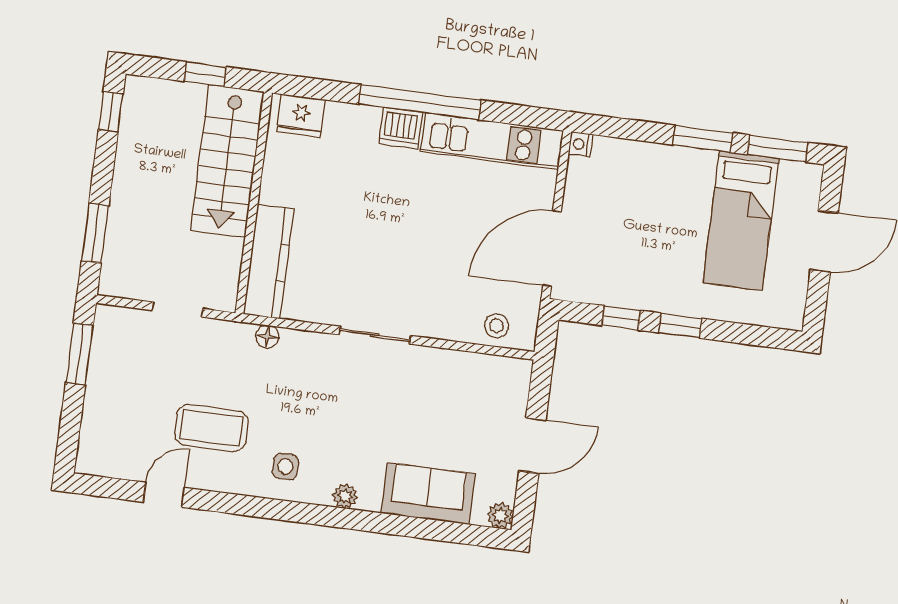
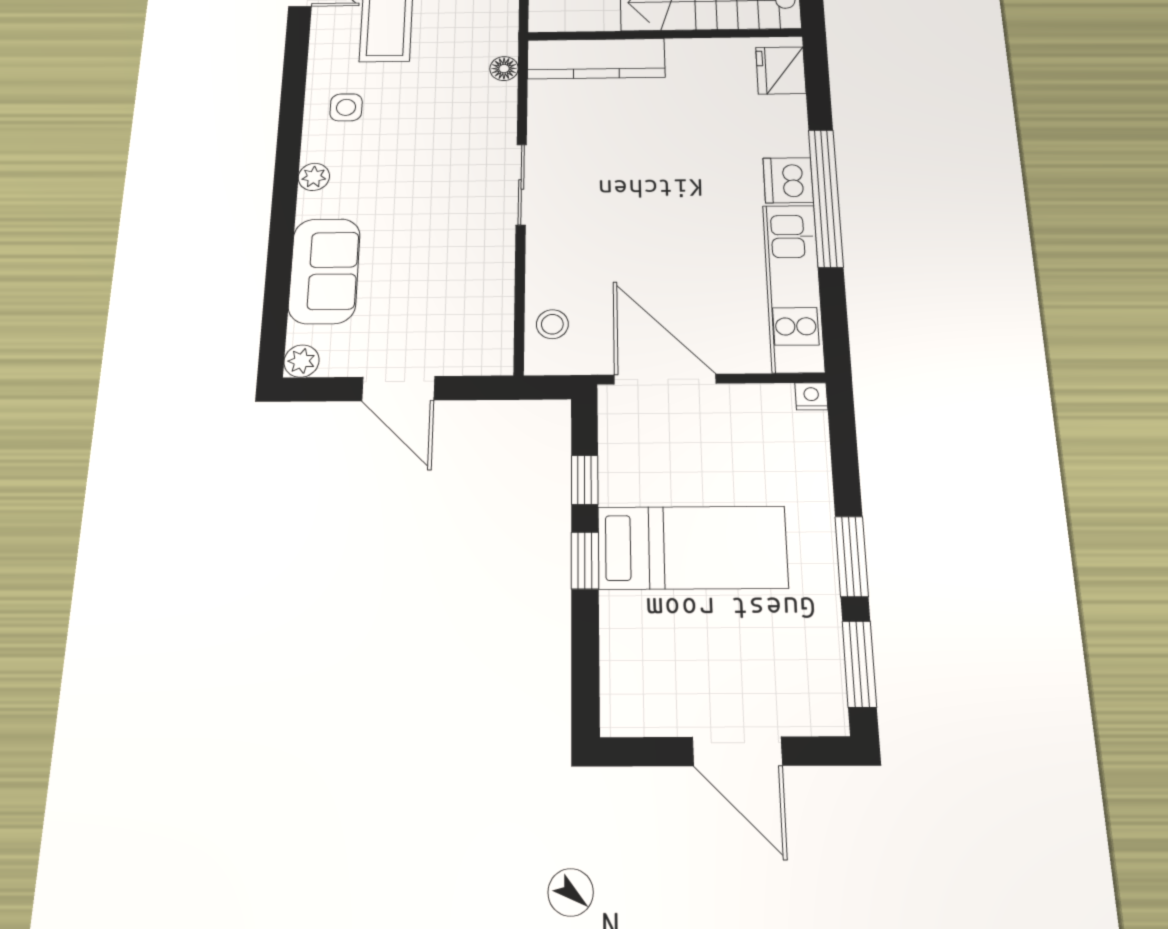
bed: (741, 221) -> (692, 547), moved, turned 180

